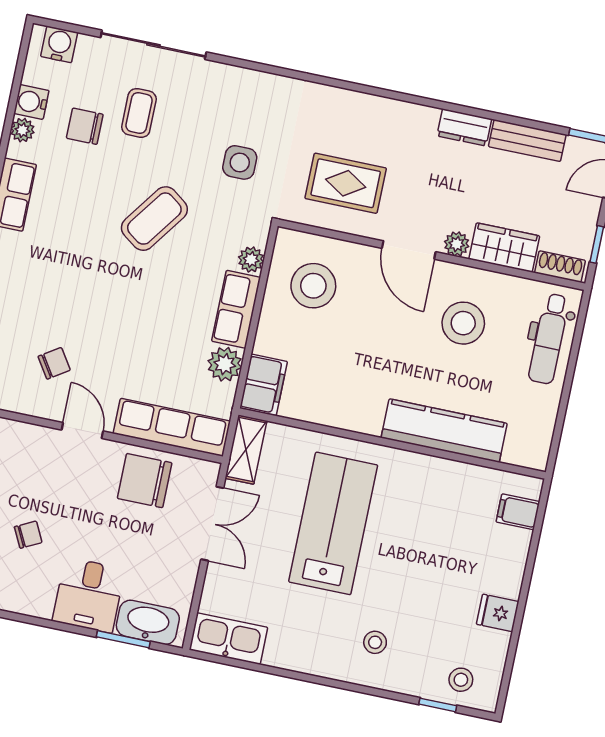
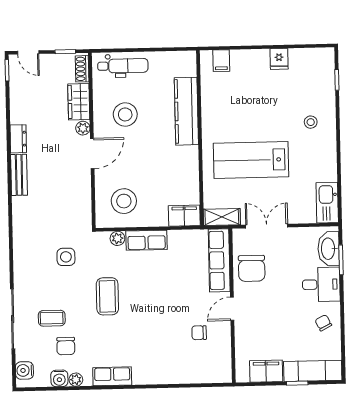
bench: (527, 140) -> (19, 175), moved
rug: (346, 183) -> (64, 196), removed
coffee table: (154, 219) -> (107, 296), turned 54
chair: (54, 363) -> (199, 333), turned -57
plant: (225, 364) -> (178, 239), removed
chair: (28, 535) -> (323, 323), moved
stool: (461, 680) -> (320, 70), removed

